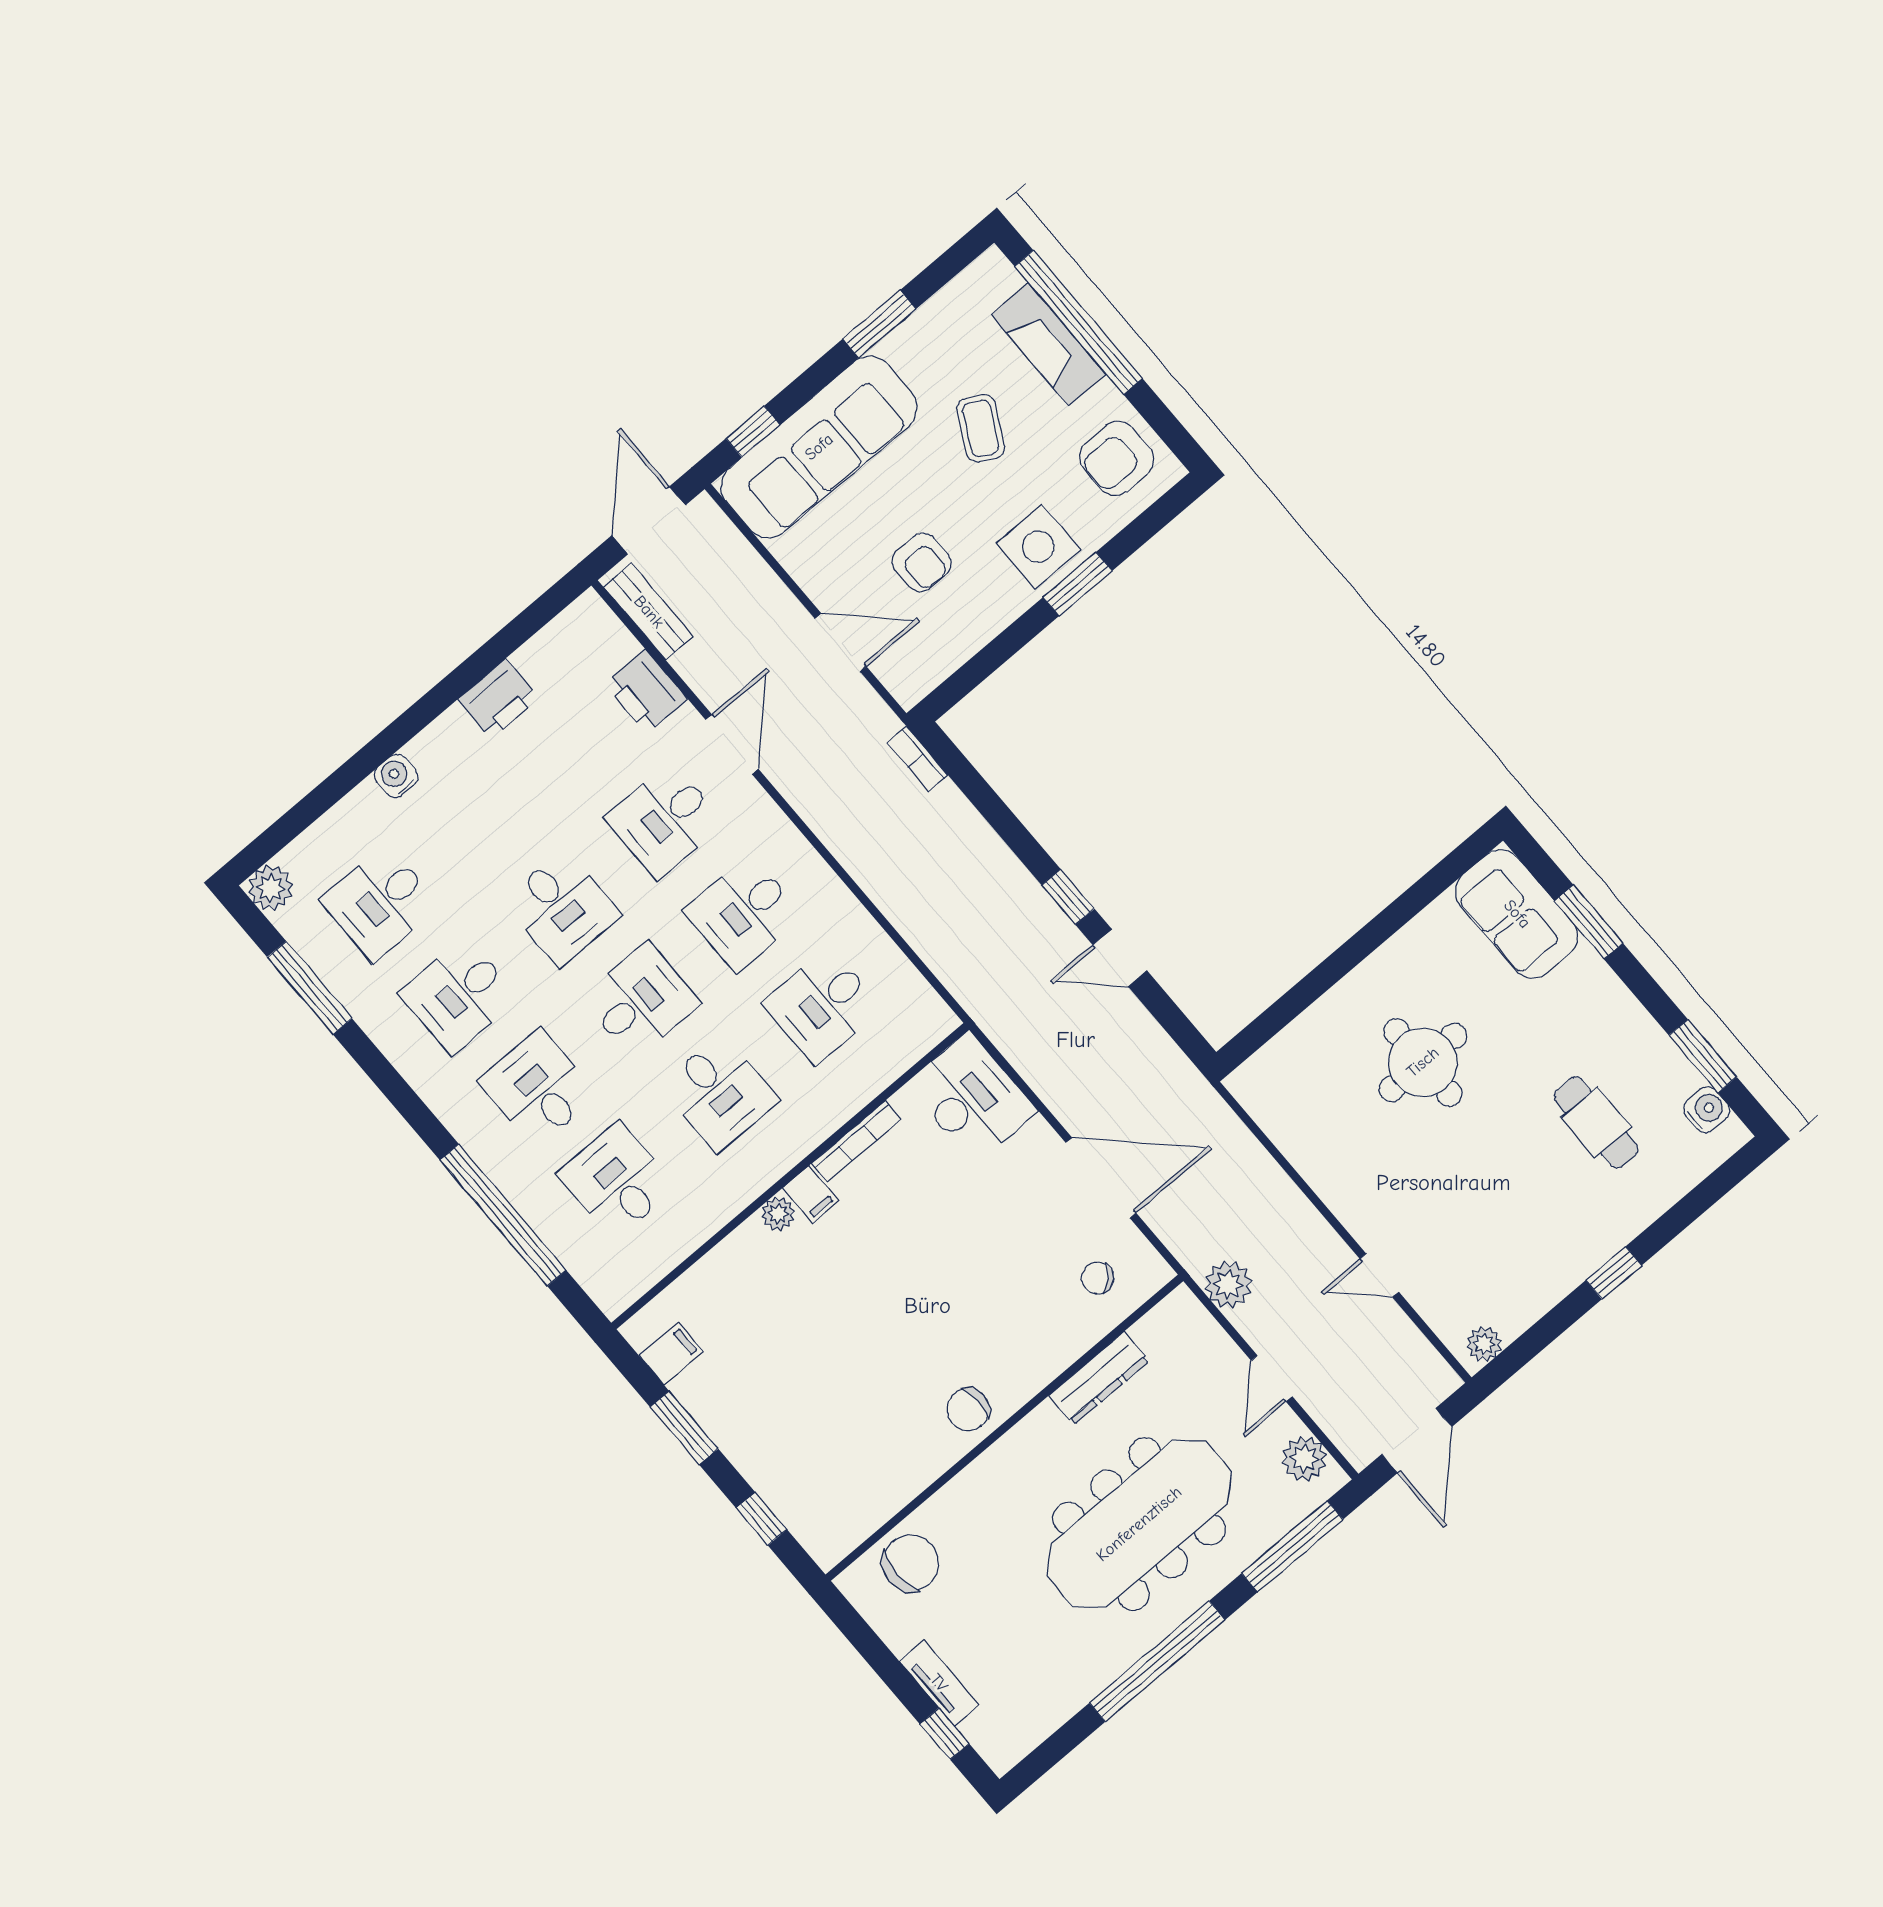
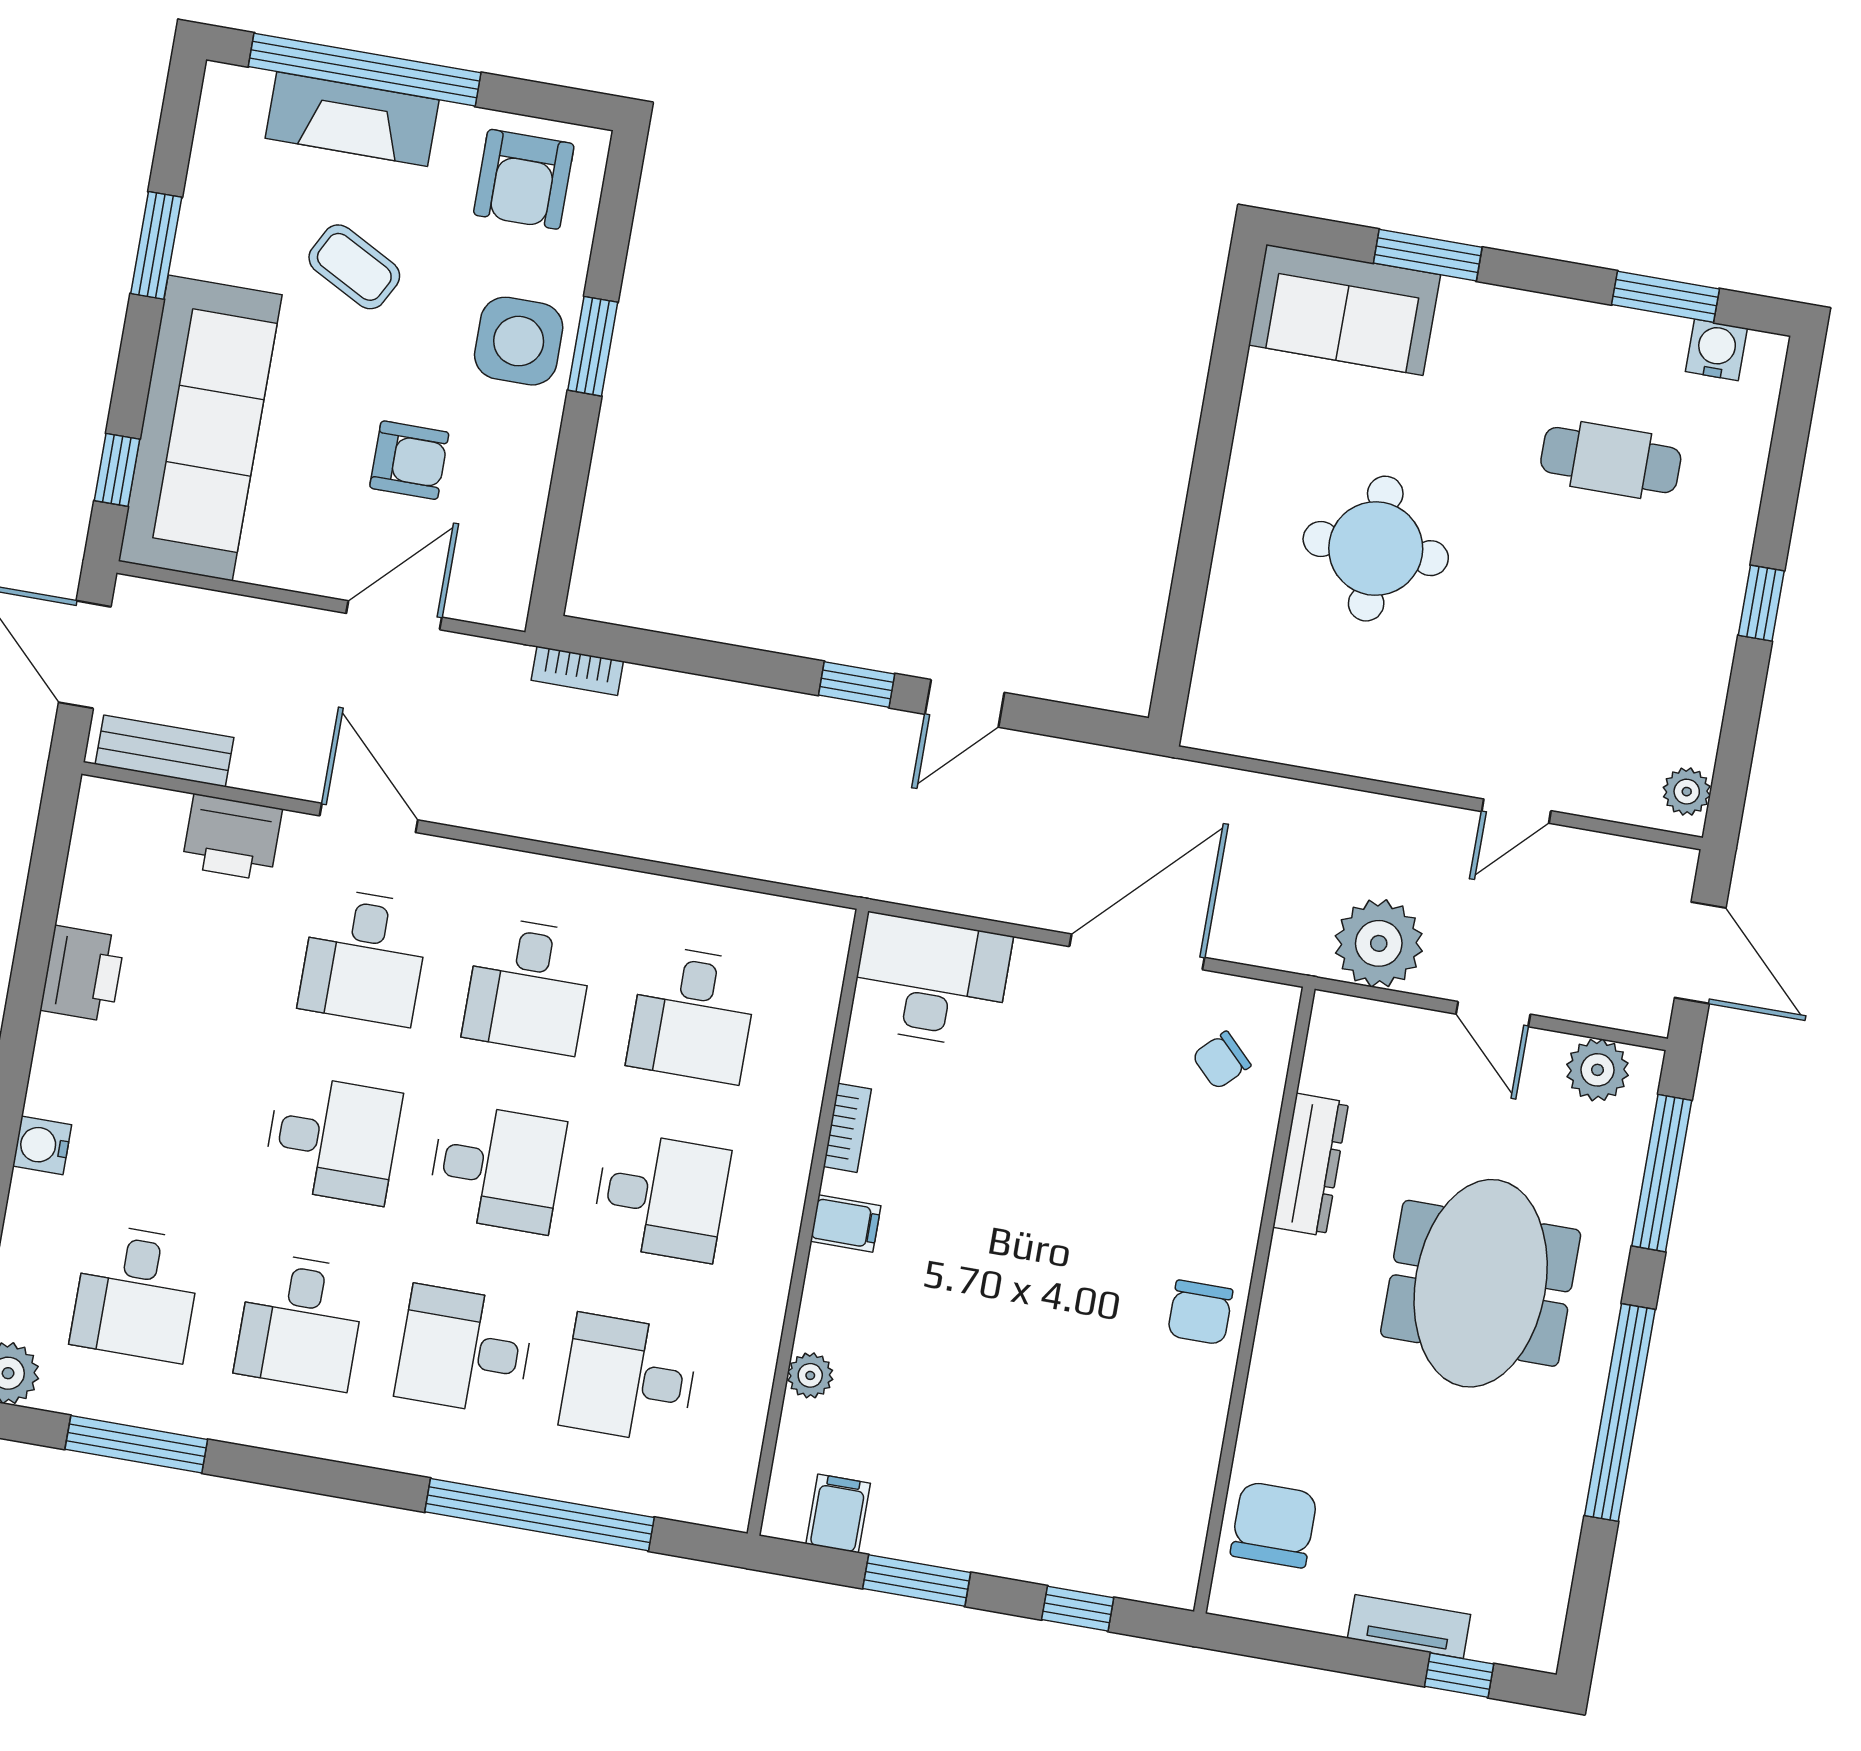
desk: (641, 1000) -> (497, 1168), turned 90
bookcase: (856, 1141) -> (847, 1128), width x0.64
plant: (778, 1214) -> (810, 1375), moved
plant: (1228, 1285) -> (1379, 943), width x1.36, depth x1.36
meeting table: (1139, 1524) -> (1481, 1283), width x0.73

